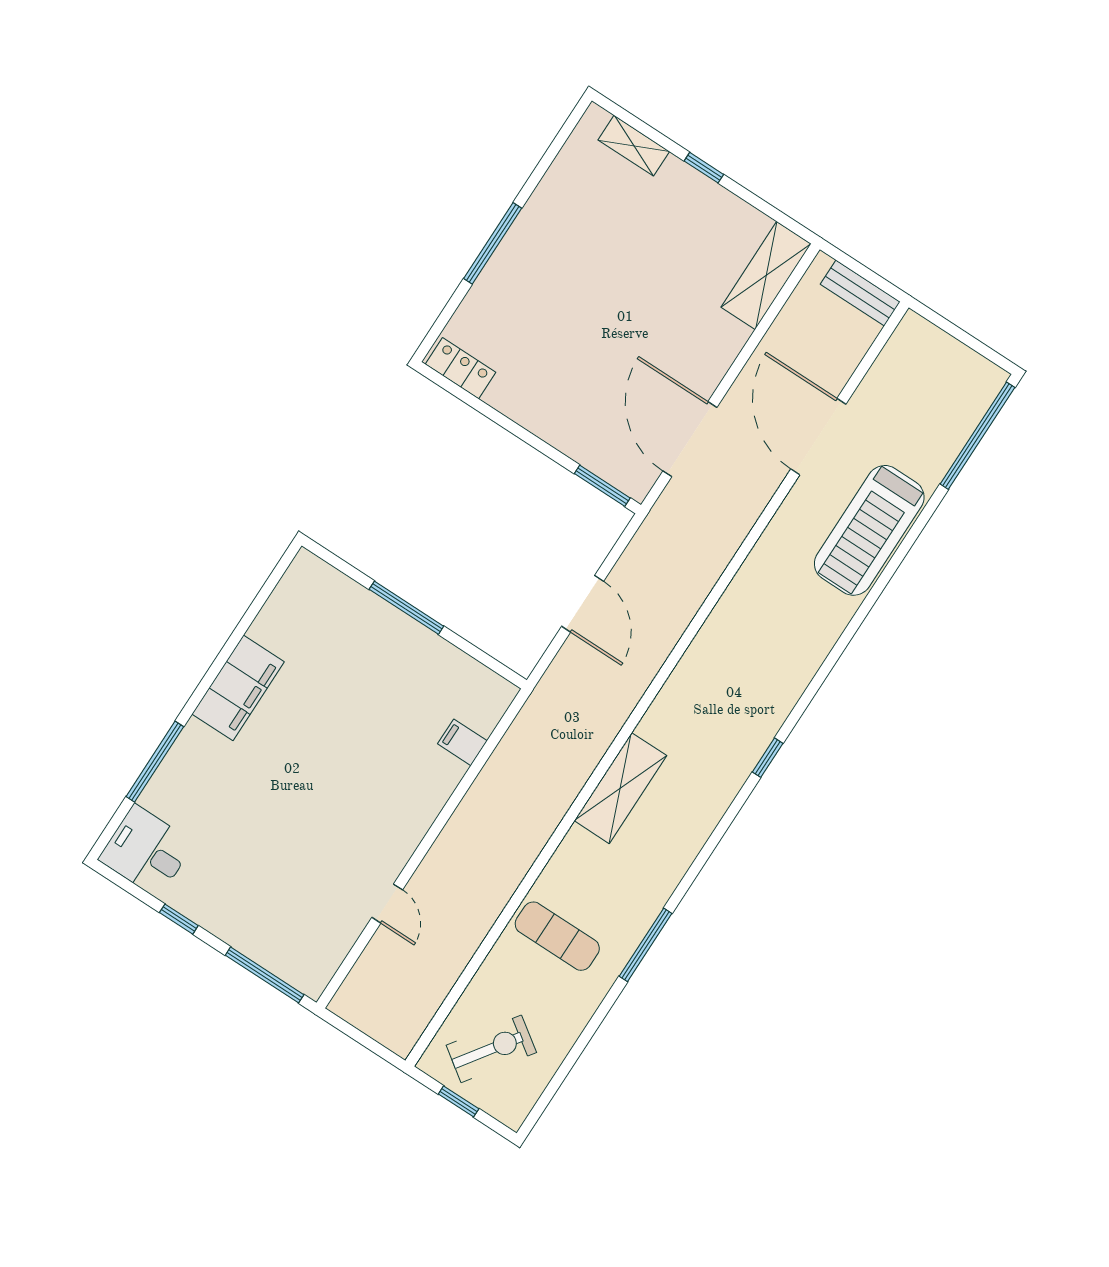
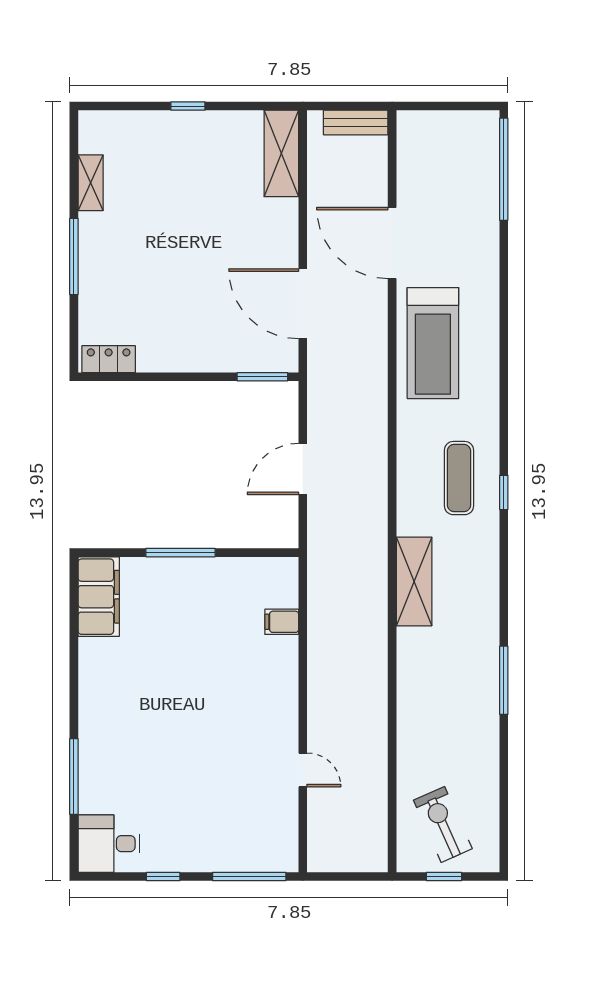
shelving: (634, 146) -> (91, 183), moved, turned 90
treadmill: (869, 530) -> (433, 343), moved
door: (583, 604) -> (303, 469), swing flipped
filing cabinet: (238, 688) -> (99, 597), moved
exercise mat: (557, 936) -> (459, 478), moved, turned 90
exercise bike: (491, 1049) -> (443, 824), turned -59

